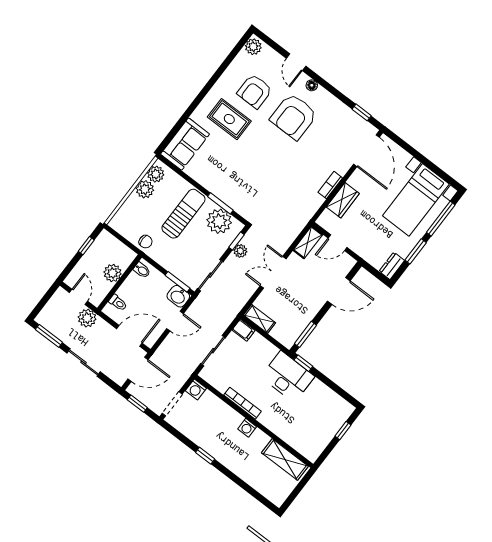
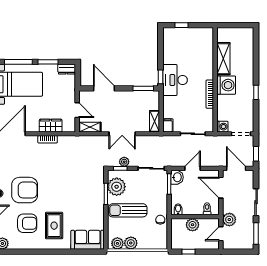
door: (175, 321) -> (193, 168), hinge flipped
washing machine: (247, 428) -> (226, 85), width x1.89, depth x1.89
shelving: (285, 460) -> (223, 59), moved

